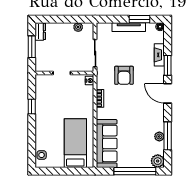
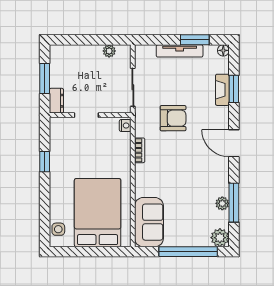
dresser: (40, 31) -> (56, 101), moved
window: (168, 65) -> (234, 89), moved
armchair: (124, 75) -> (173, 118), turned -90
bed: (75, 143) -> (98, 213), width x1.50
sofa: (107, 143) -> (149, 222), width x0.73

